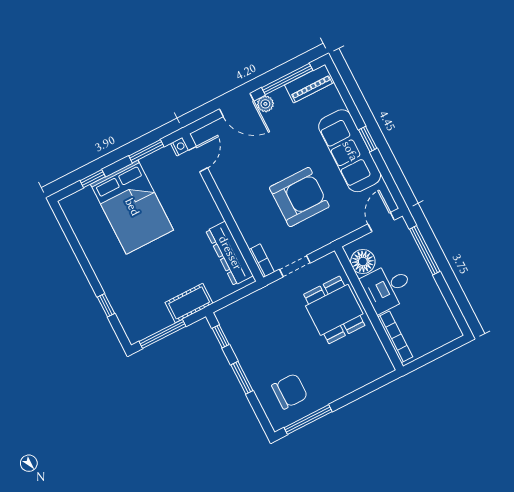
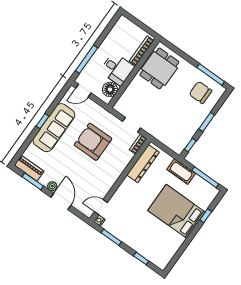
window: (287, 79) -> (33, 181), width x0.69
bed: (132, 207) -> (176, 211), moved, turned -90
dining table: (334, 310) -> (159, 68), moved

